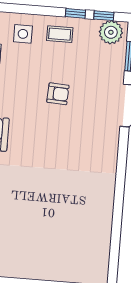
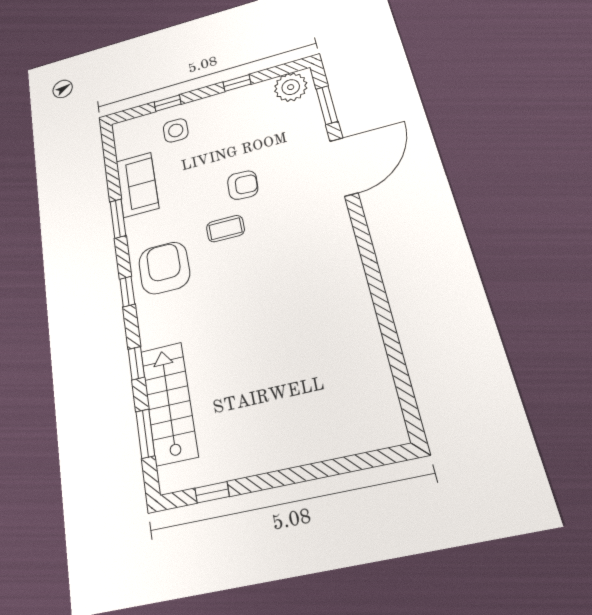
window: (104, 16) -> (168, 103), moved
coffee table: (60, 34) -> (225, 229), moved

